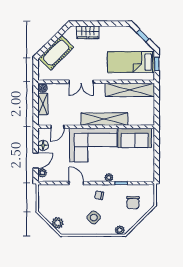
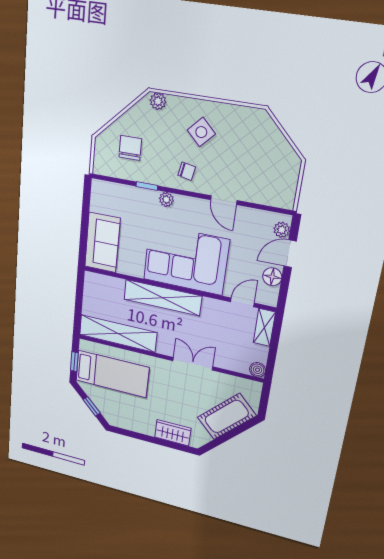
shelving: (43, 104) -> (264, 327), moved
sofa: (135, 138) -> (102, 242), moved, turned 90
plant: (58, 223) -> (269, 133), removed

